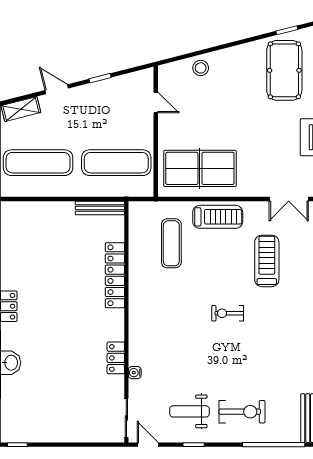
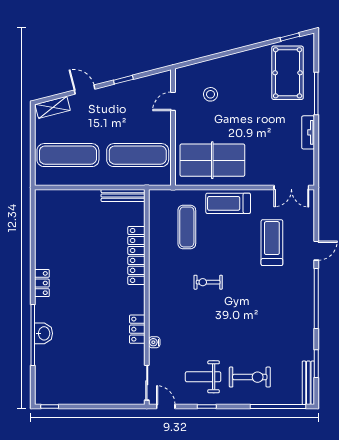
stool: (201, 68) -> (211, 94), moved
door: (156, 102) -> (173, 101), swing flipped
treadmill: (218, 217) -> (228, 203), turned 180
exercise bike: (228, 313) -> (208, 282), moved

